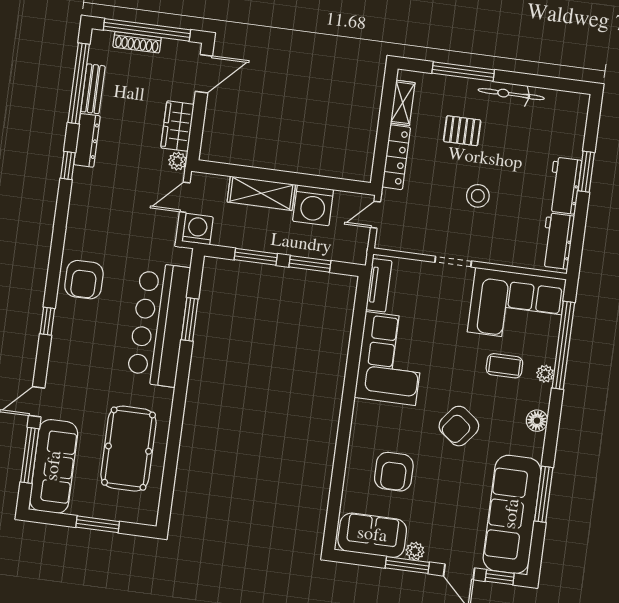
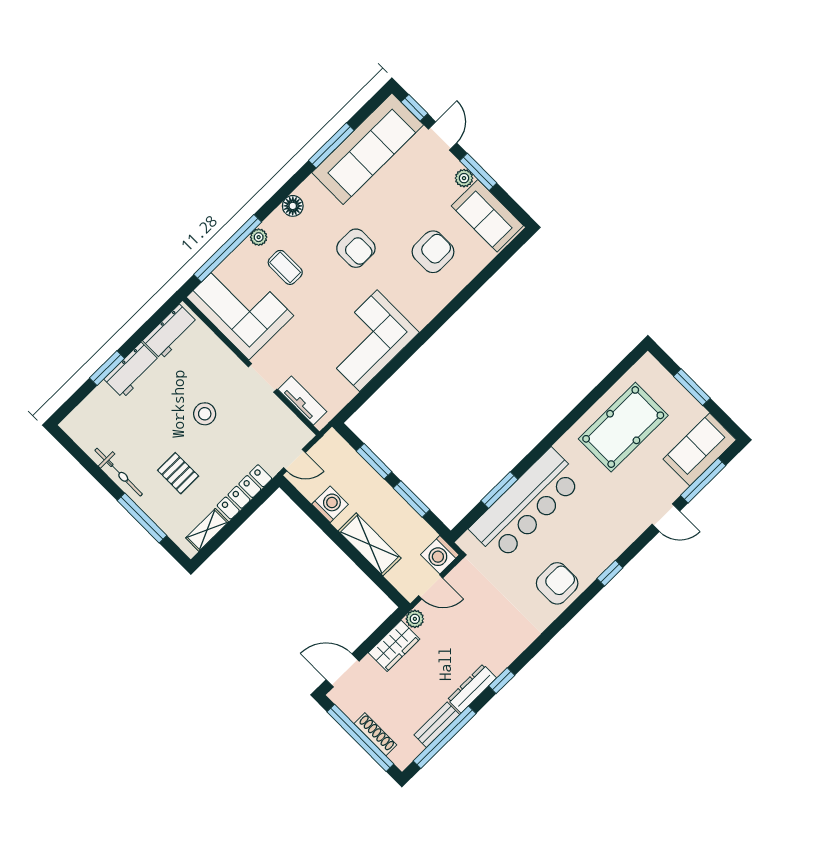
washing machine: (313, 205) -> (330, 504), width x0.73, depth x0.73
tv unit: (379, 285) -> (302, 401), moved, turned 90
armchair: (459, 426) -> (356, 248), turned 52
sofa: (54, 466) -> (700, 449), width x0.73

